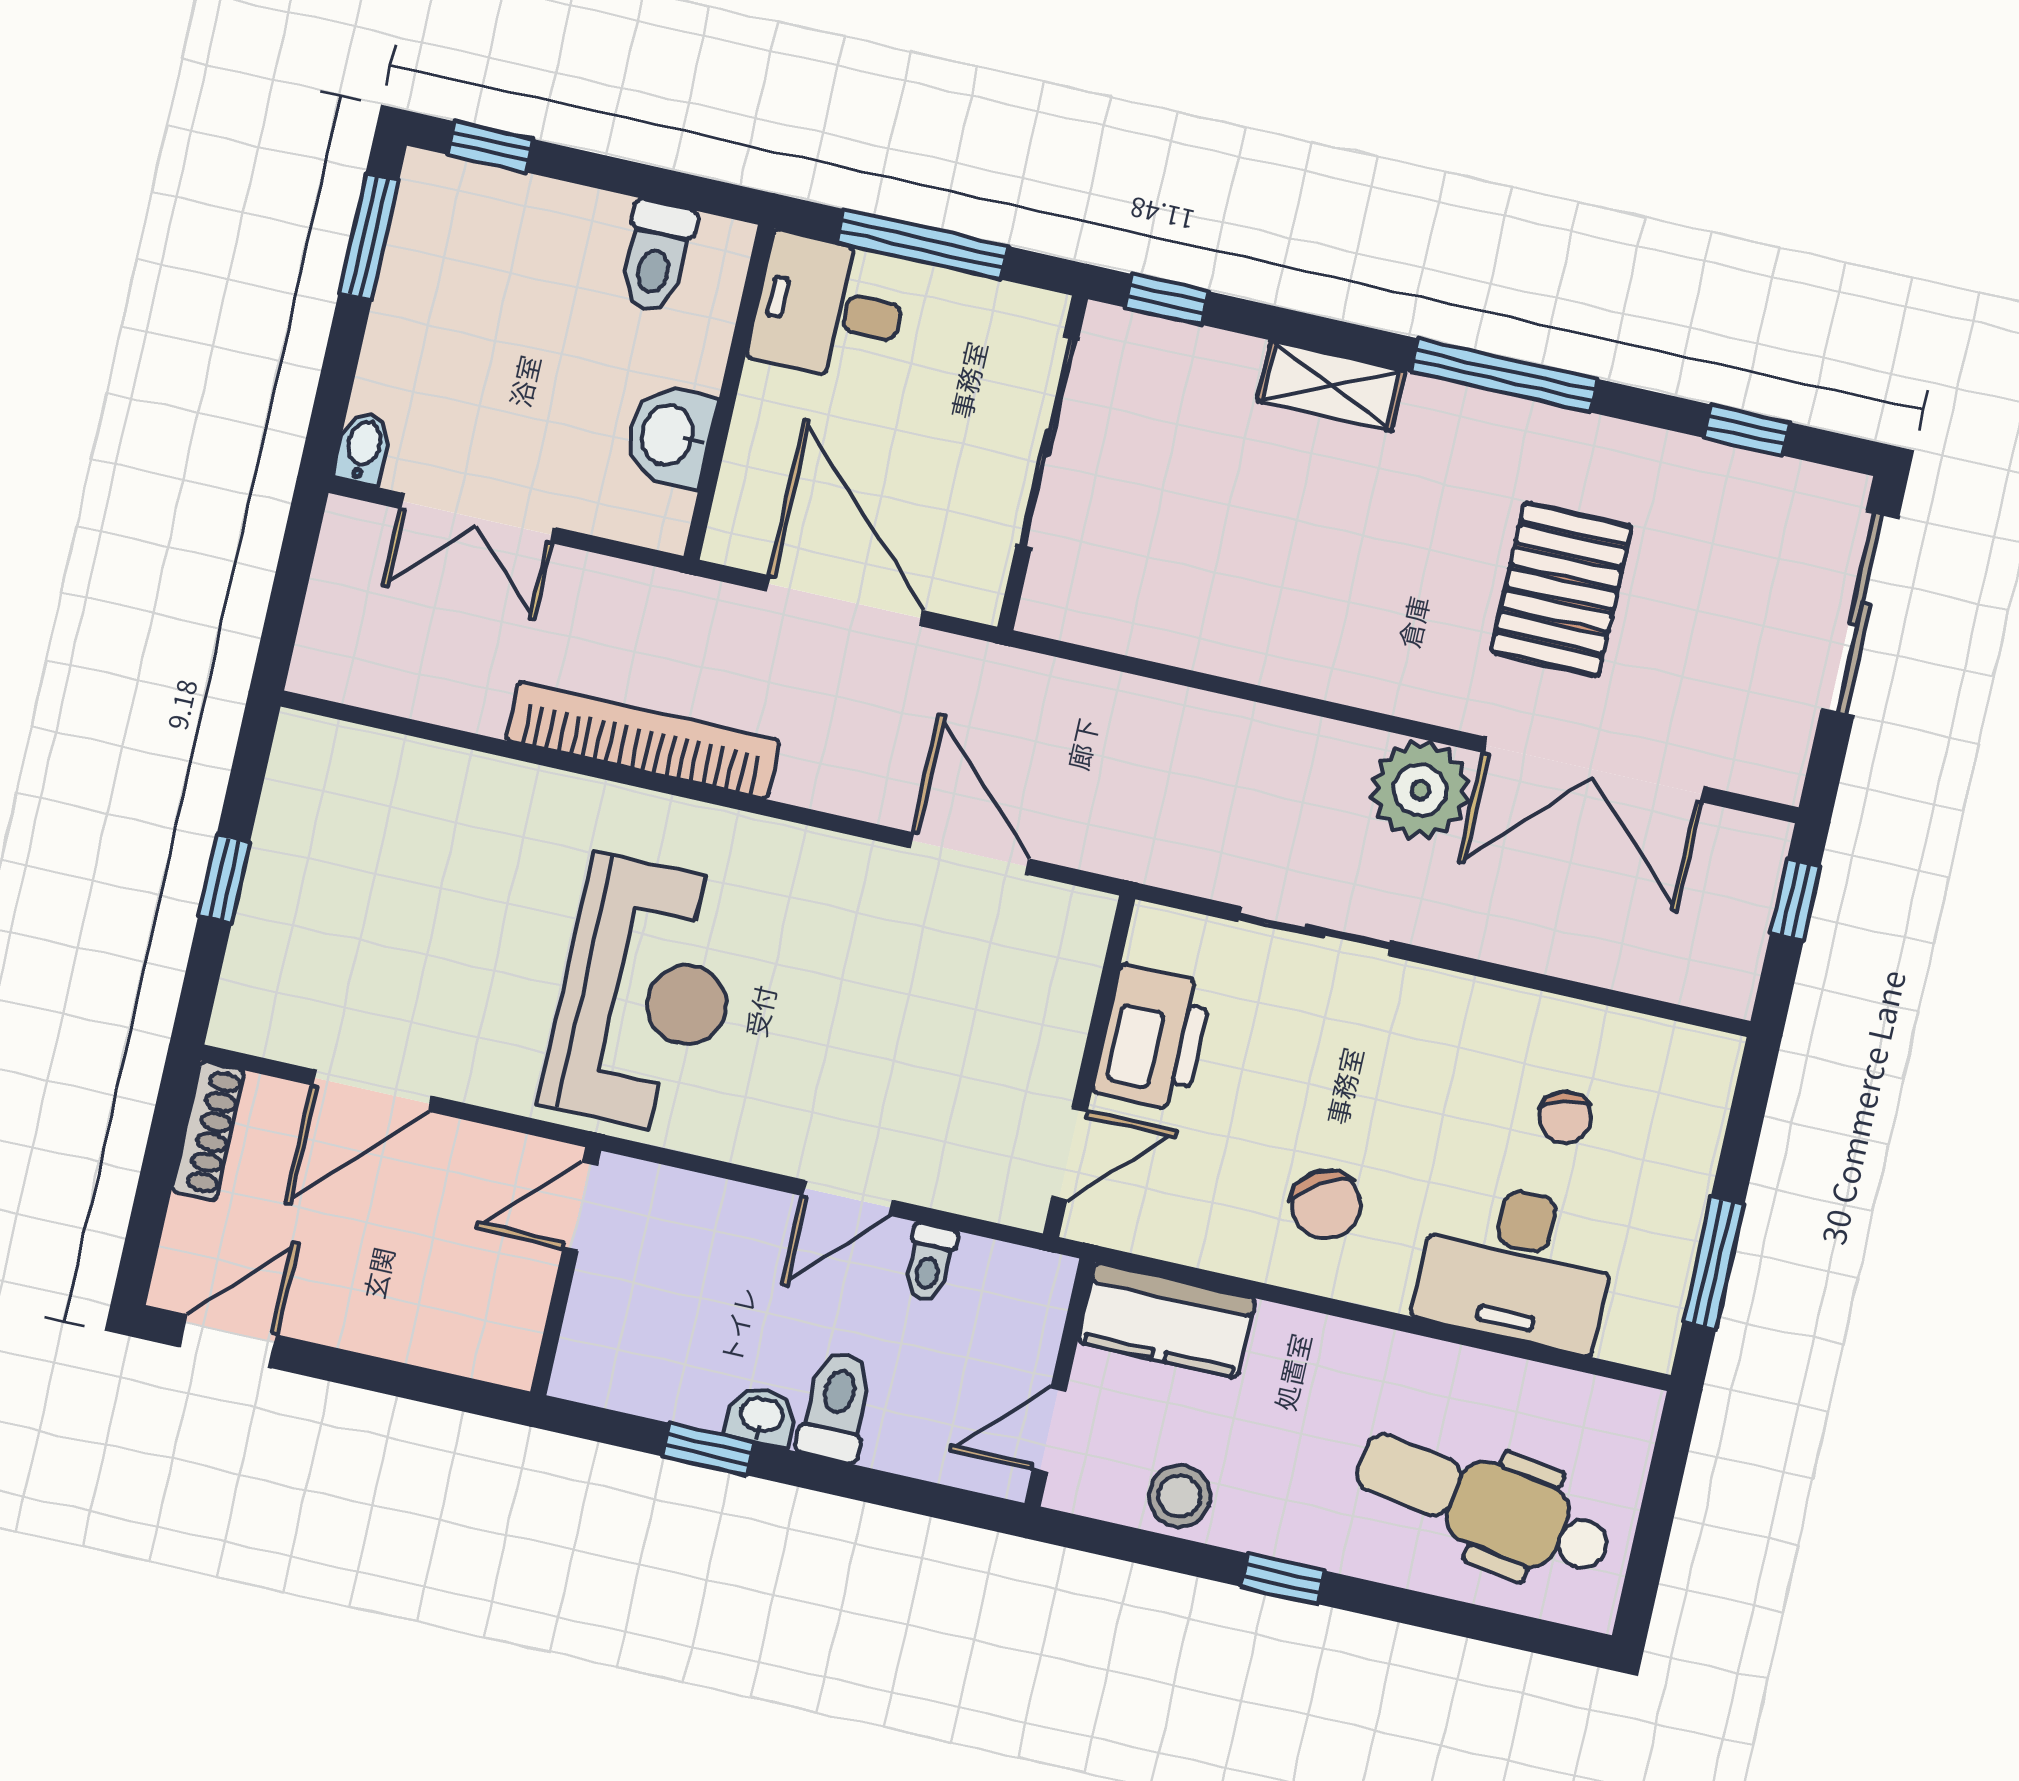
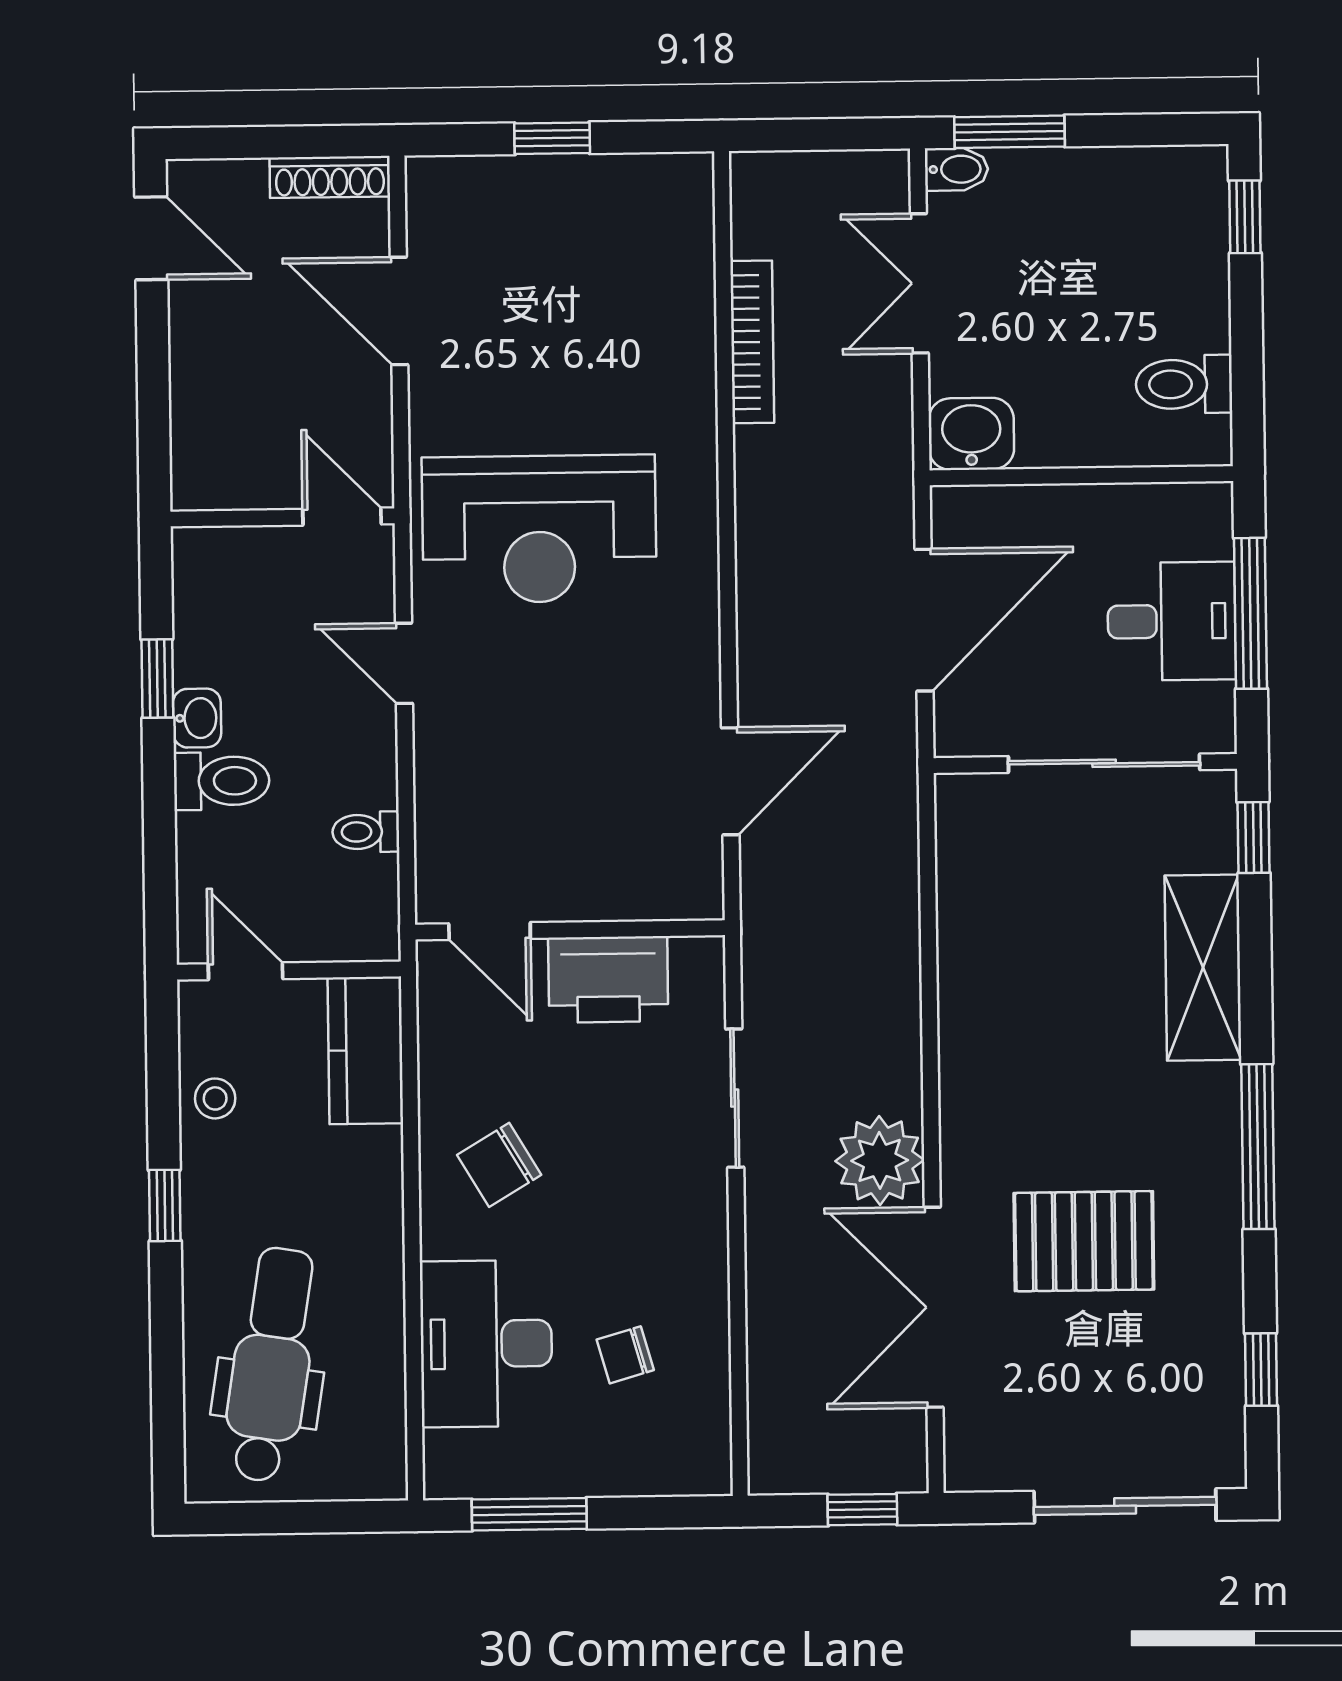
window: (369, 237) -> (1010, 132), moved
desk: (829, 308) -> (1172, 621), moved, turned 90
shelving: (1331, 386) -> (1203, 968), width x1.50, depth x1.33
washbasin: (669, 435) -> (971, 434), moved
bookcase: (643, 740) -> (752, 342), moved, width x0.68, depth x0.76
door: (848, 1198) -> (404, 663), moved
stool: (1180, 1496) -> (215, 1098), width x0.73, depth x0.73

